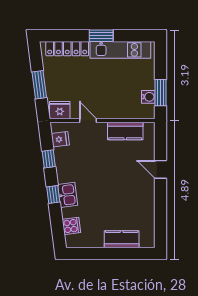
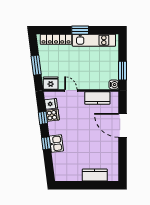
water cooler: (148, 97) -> (114, 85), moved
door: (161, 169) -> (123, 125), width x1.87
cooker: (71, 226) -> (53, 115), moved

